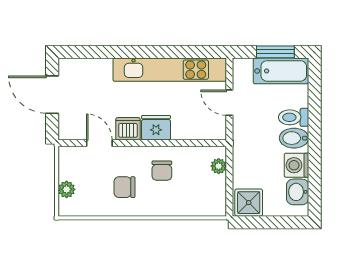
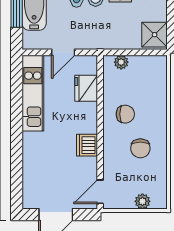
kitchen unit: (170, 70) -> (33, 93), width x0.73
fridge: (156, 128) -> (86, 88), moved
door: (99, 143) -> (100, 192), moved

